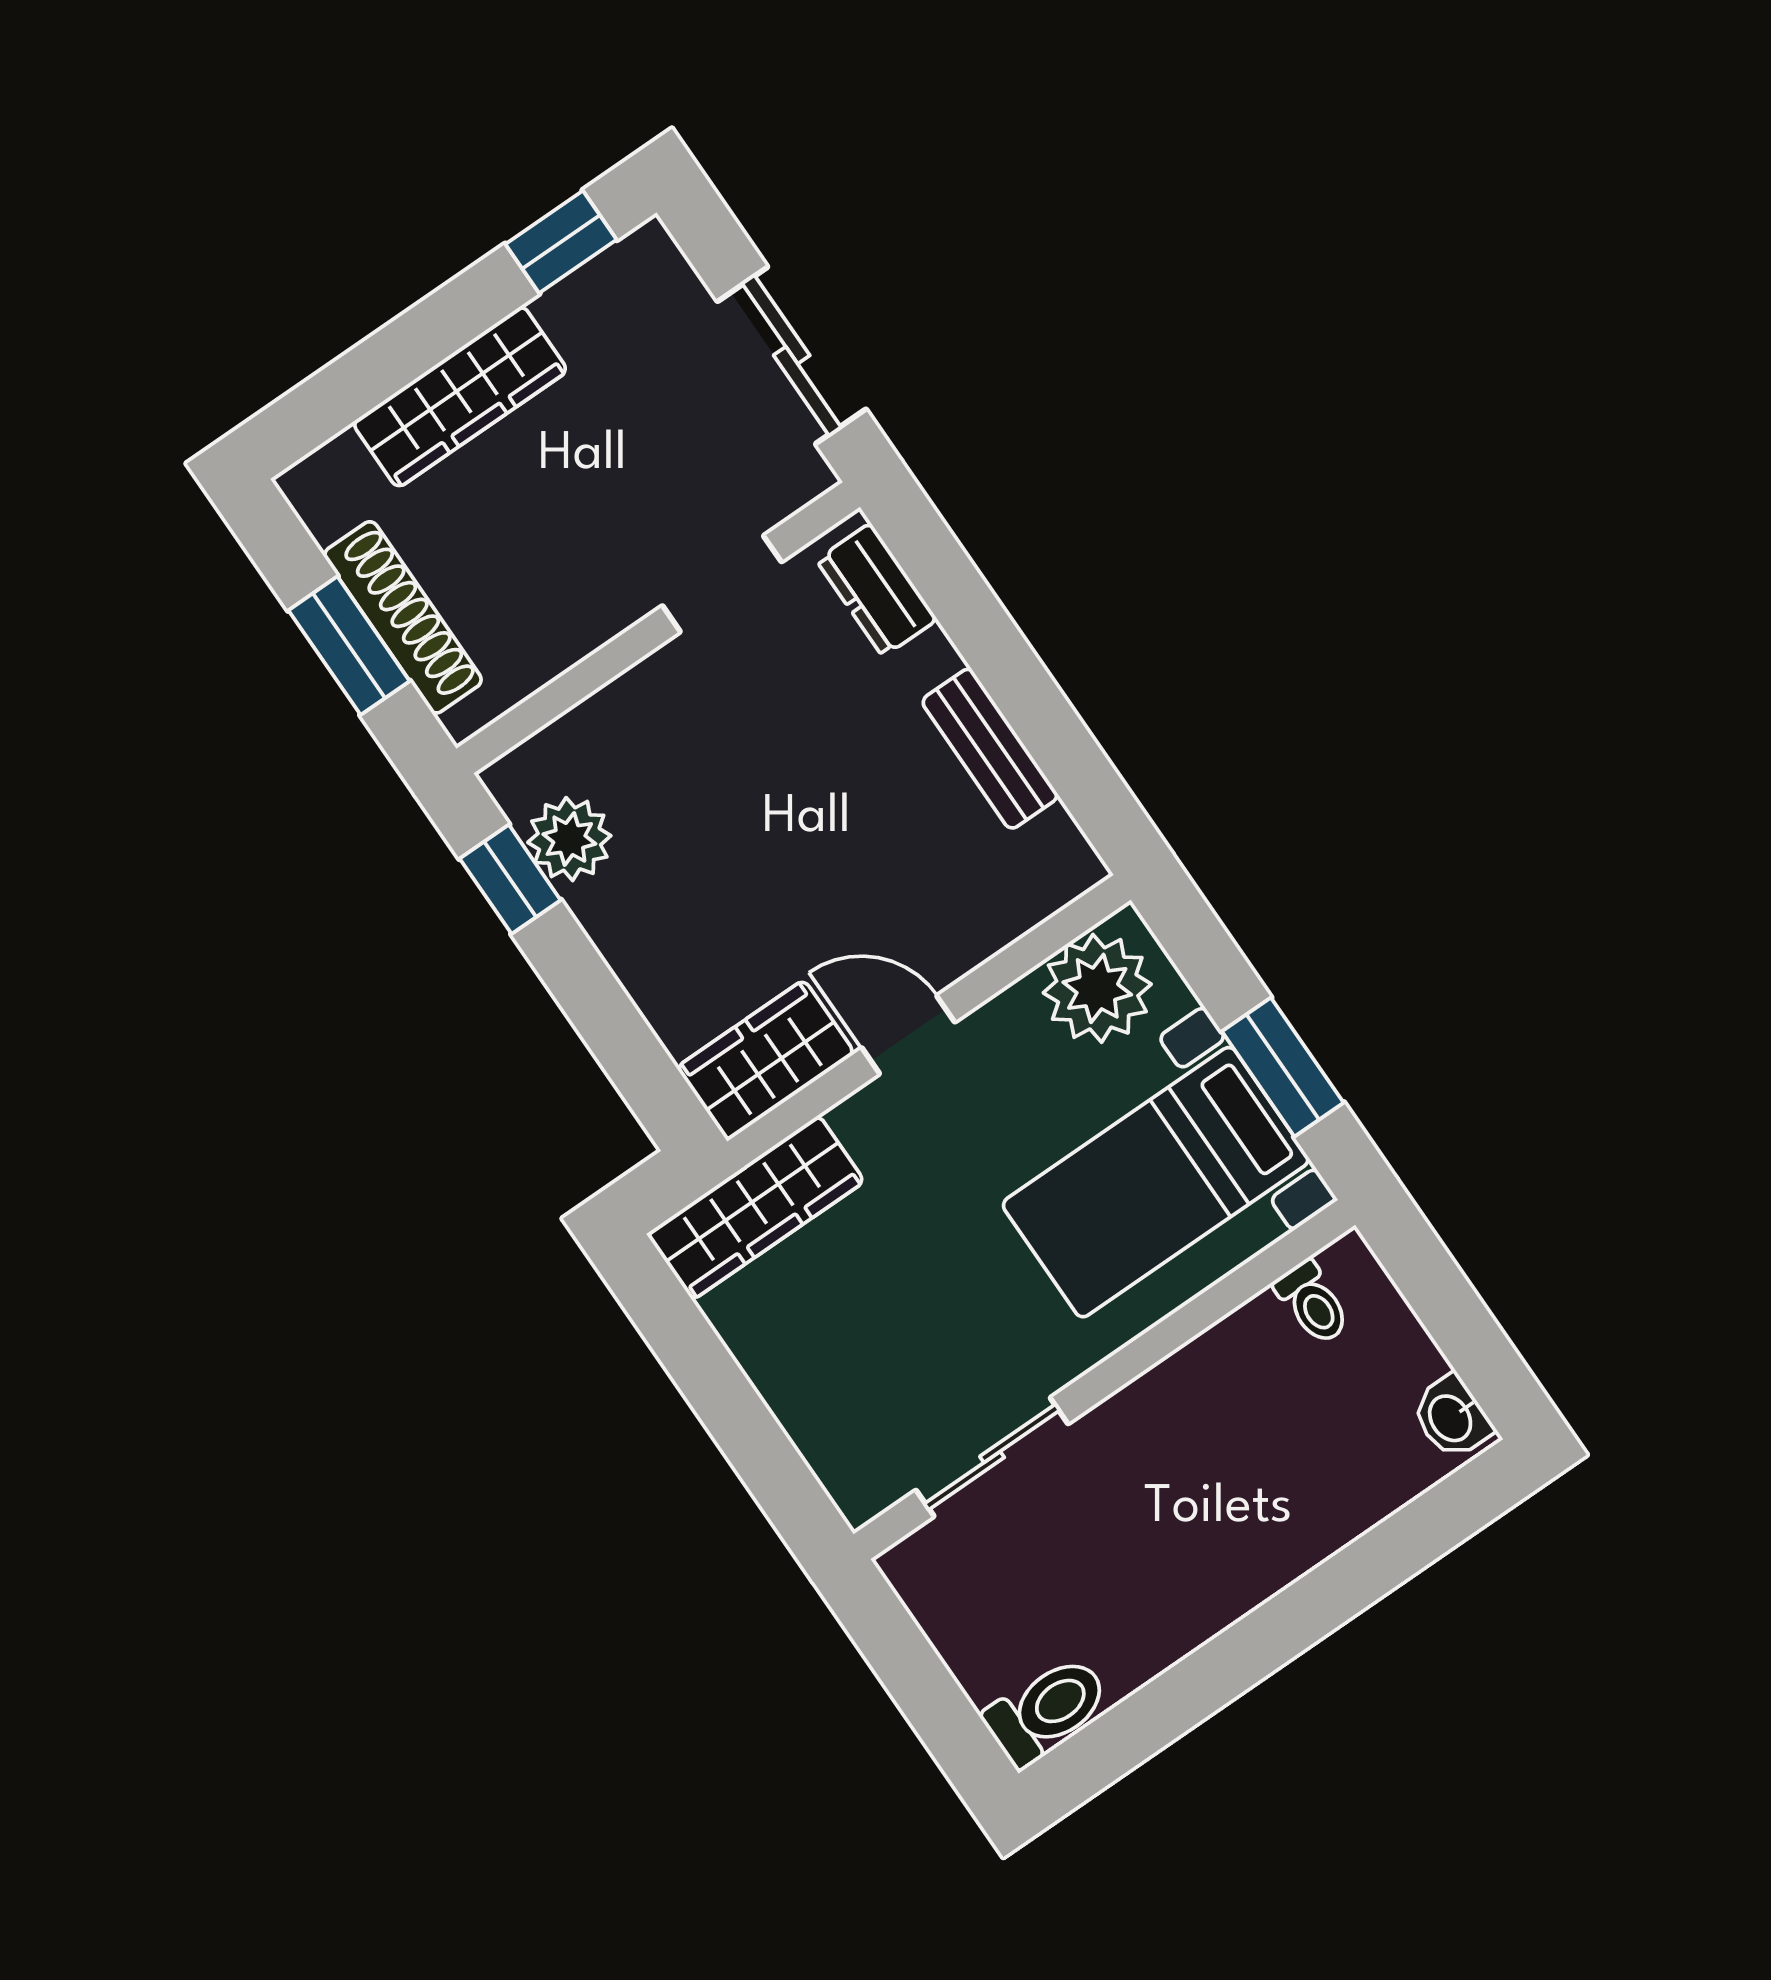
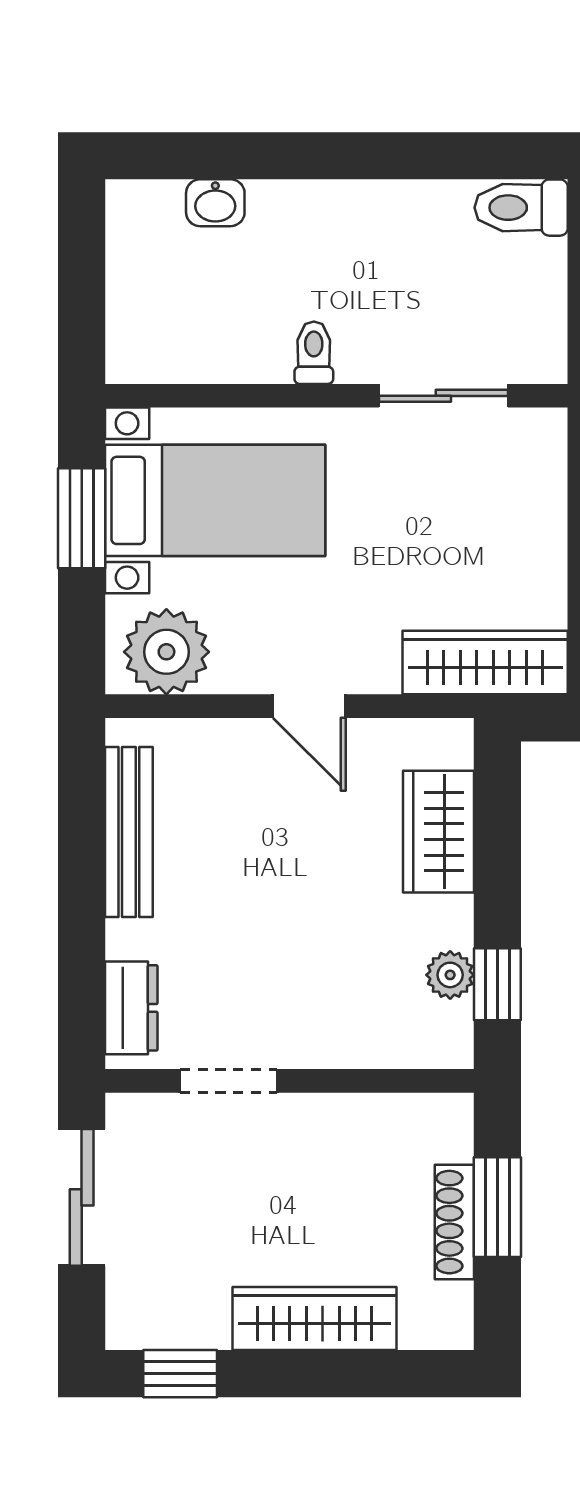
shoe rack: (403, 617) -> (454, 1222), width x0.74, depth x0.81
bench: (990, 749) -> (129, 832), width x1.36
plant: (569, 839) -> (450, 975), width x0.73, depth x0.73
wardrobe: (766, 1060) -> (439, 832), moved, turned 90
toilet: (1312, 1303) -> (314, 353), moved
washbasin: (1452, 1417) -> (215, 203), moved, turned 90

